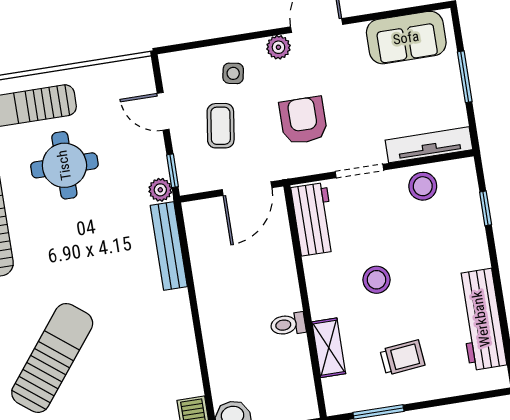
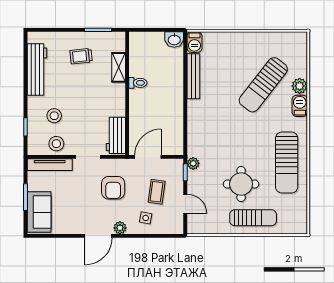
sofa: (406, 38) -> (39, 212), moved, turned 90
bench: (169, 246) -> (193, 76), moved
stool: (376, 280) -> (54, 116), moved

